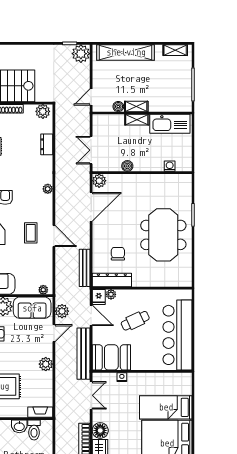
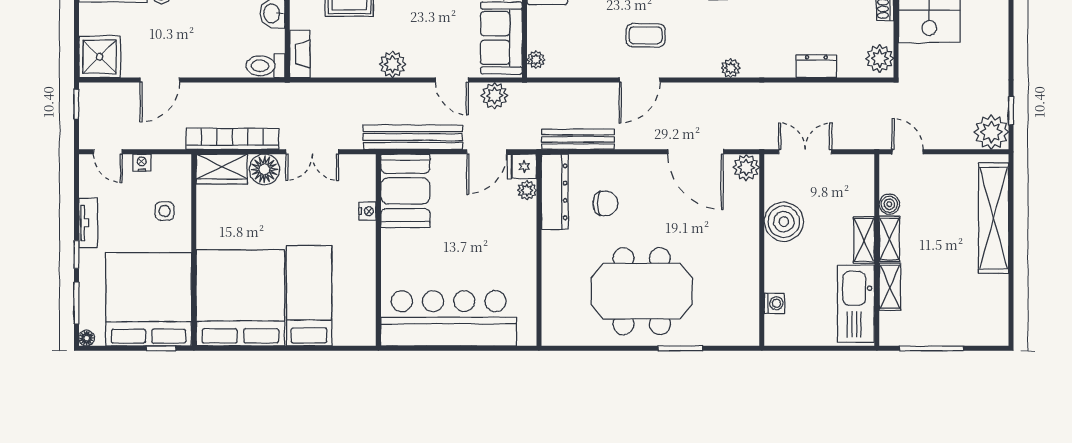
shelving: (175, 50) -> (890, 287), moved
boiler: (127, 166) -> (784, 222), width x1.86, depth x1.86
cafe table: (135, 321) -> (476, 237), removed
double door: (91, 395) -> (312, 152), moved
toilet: (34, 430) -> (265, 66), moved

